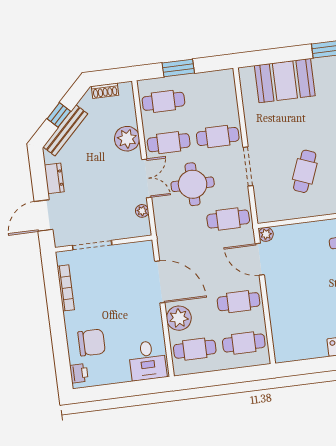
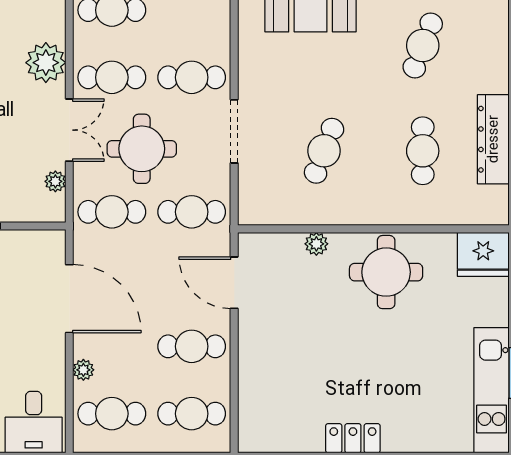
cafe table: (179, 225) -> (112, 212), added
plant: (266, 234) -> (316, 244), moved
plant: (179, 318) -> (83, 370), width x0.53, depth x0.53

